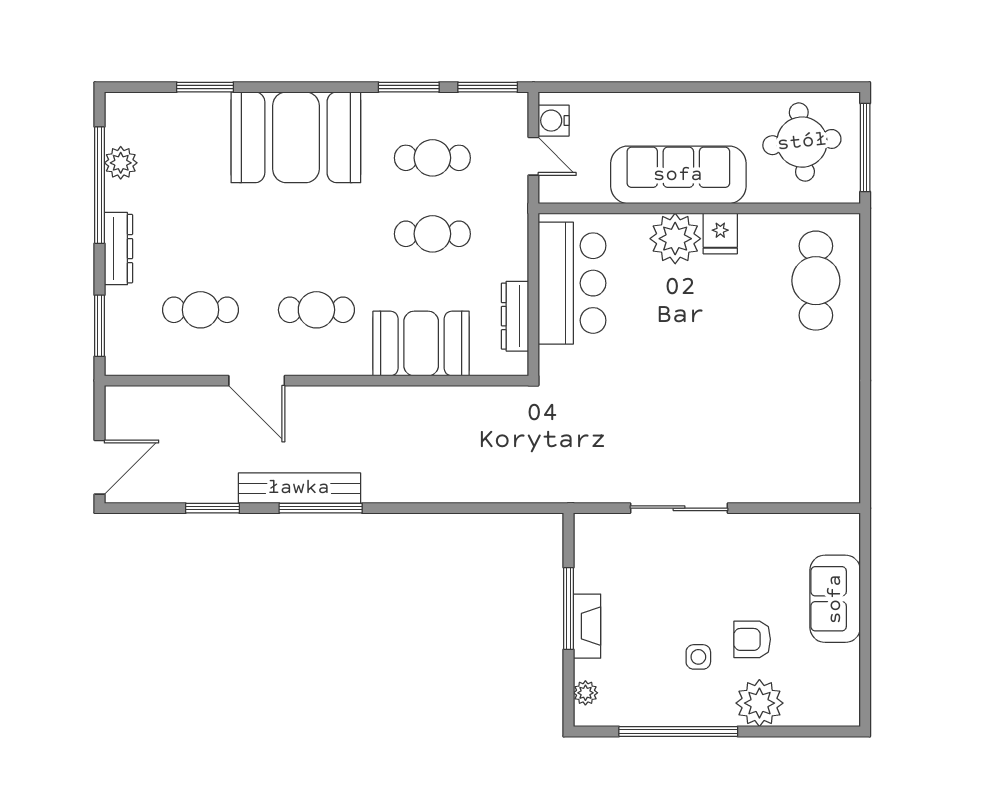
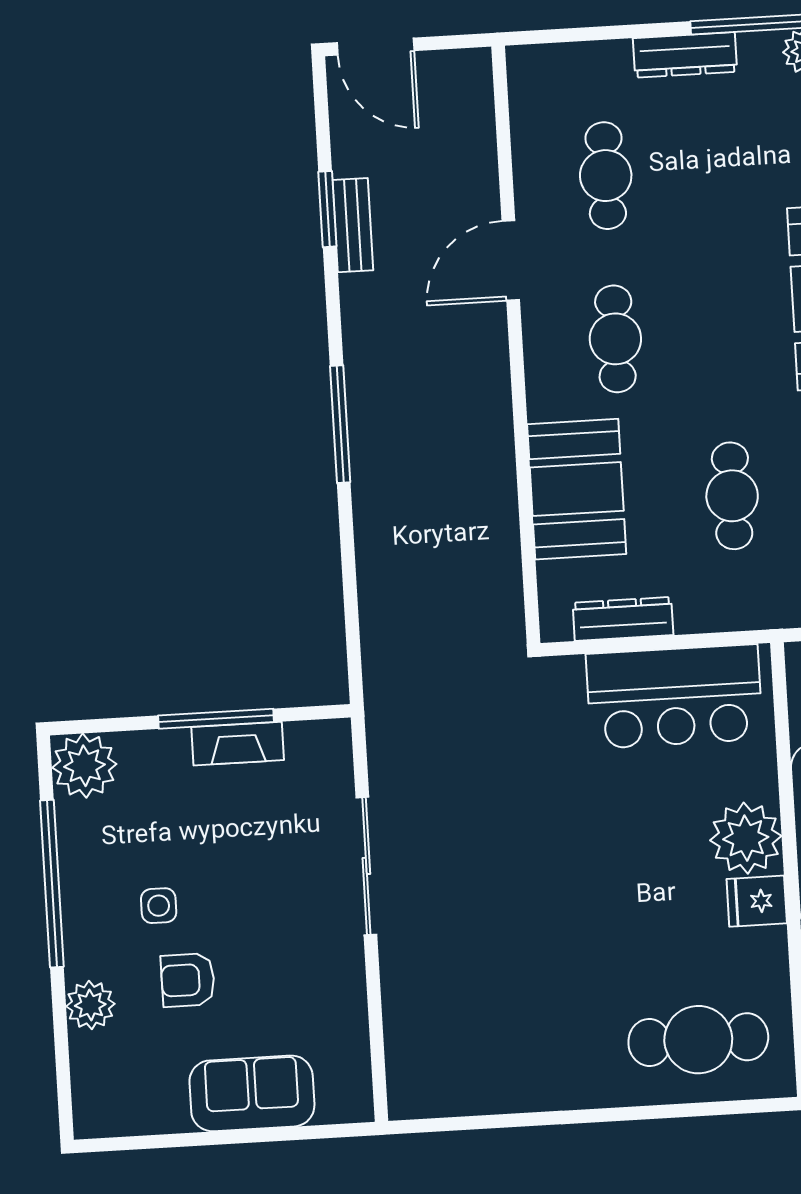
window: (99, 326) -> (575, 35), removed
bench: (299, 488) -> (353, 225), moved, width x0.54, depth x0.82
window: (321, 508) -> (340, 424), moved
fireplace: (587, 626) -> (238, 744), moved
armchair: (752, 639) -> (188, 980), turned -90
plant: (585, 693) -> (84, 766), width x1.88, depth x1.88
plant: (759, 703) -> (90, 1005), width x0.73, depth x0.73

